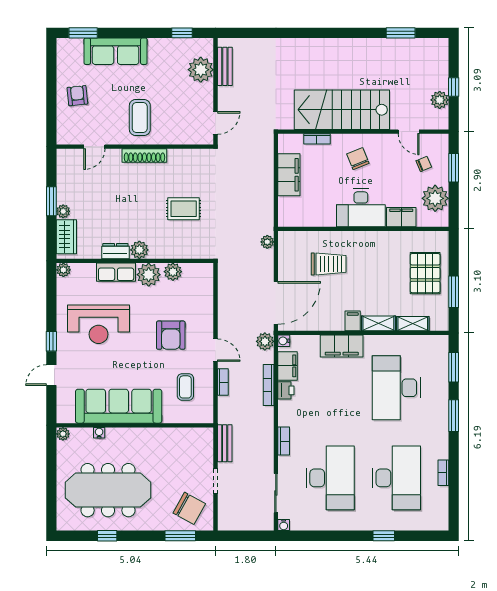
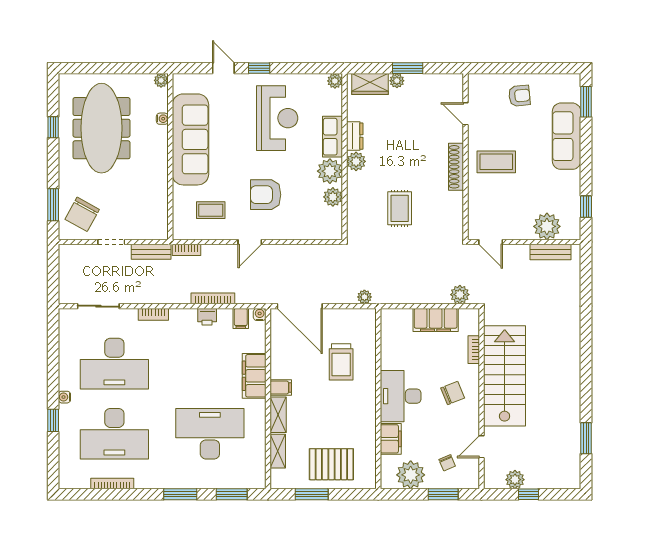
reception desk: (99, 324) -> (277, 118), turned 180
plant: (265, 341) -> (460, 295), moved
filing cabinet: (288, 366) -> (241, 318), width x0.50
bookcase: (223, 382) -> (186, 250), moved
bookcase: (443, 473) -> (112, 484), width x1.56
water cooler: (284, 525) -> (64, 397), moved

